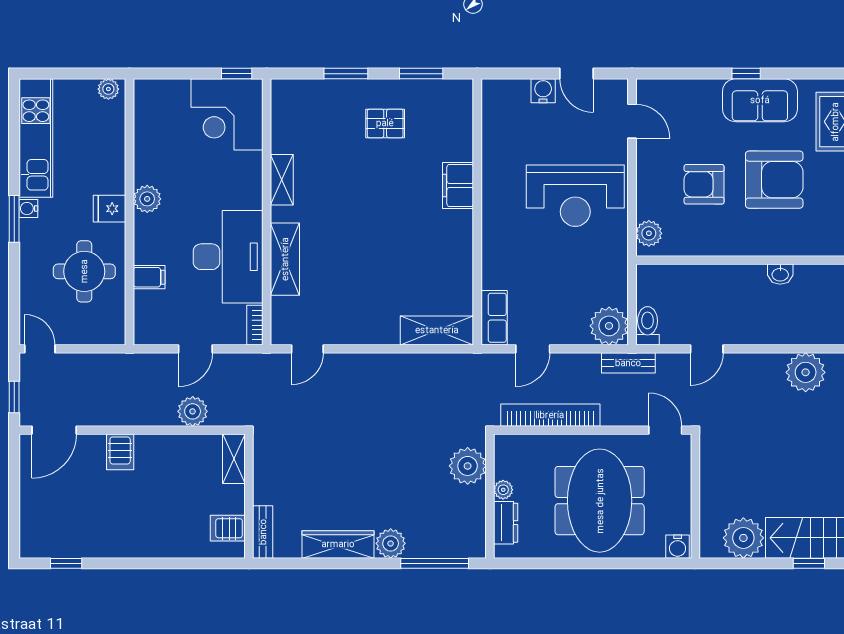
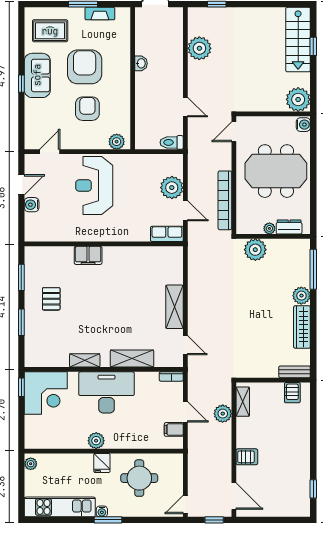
armchair: (704, 184) -> (87, 109), turned 180
reception desk: (575, 196) -> (94, 186), turned 180
desk: (228, 257) -> (106, 392), moved
filing cabinet: (149, 277) -> (174, 429), moved, turned -90
plant: (609, 326) -> (172, 188), moved
shelving: (437, 330) -> (174, 307), moved
bench: (628, 363) -> (194, 154), removed
shelving: (234, 459) -> (243, 402), moved, turned 90
plant: (743, 538) -> (298, 99), moved

